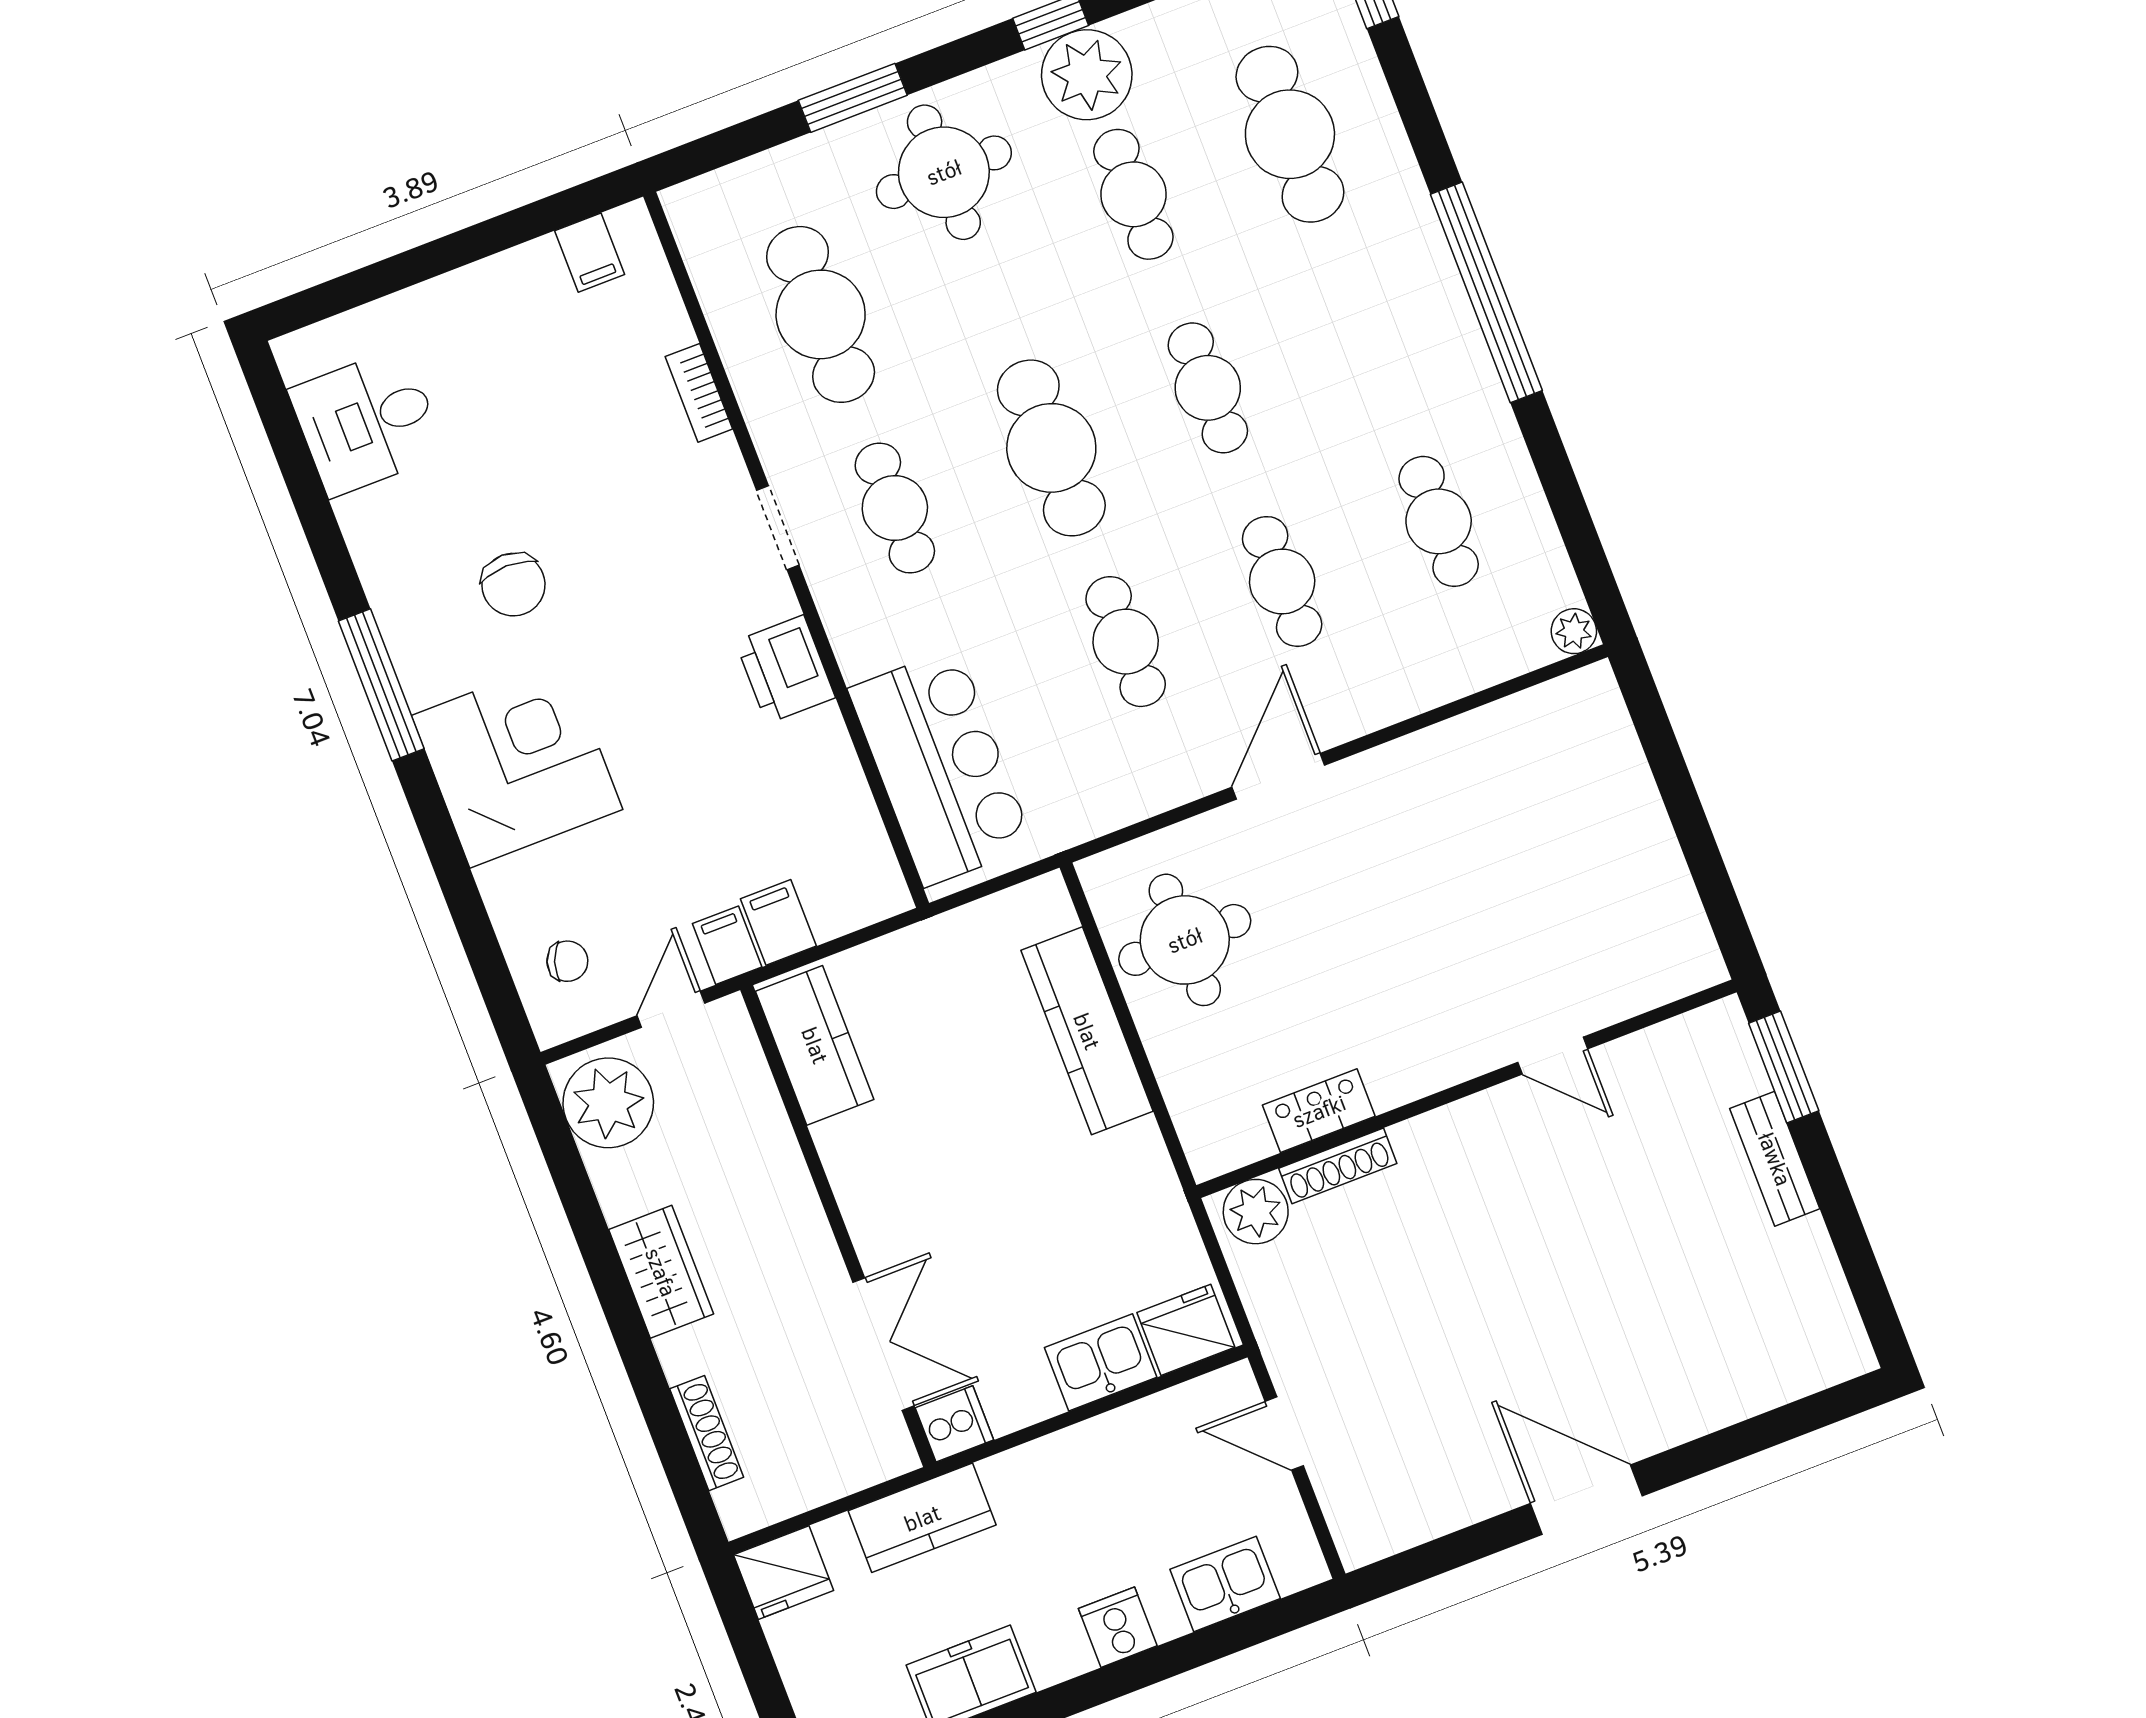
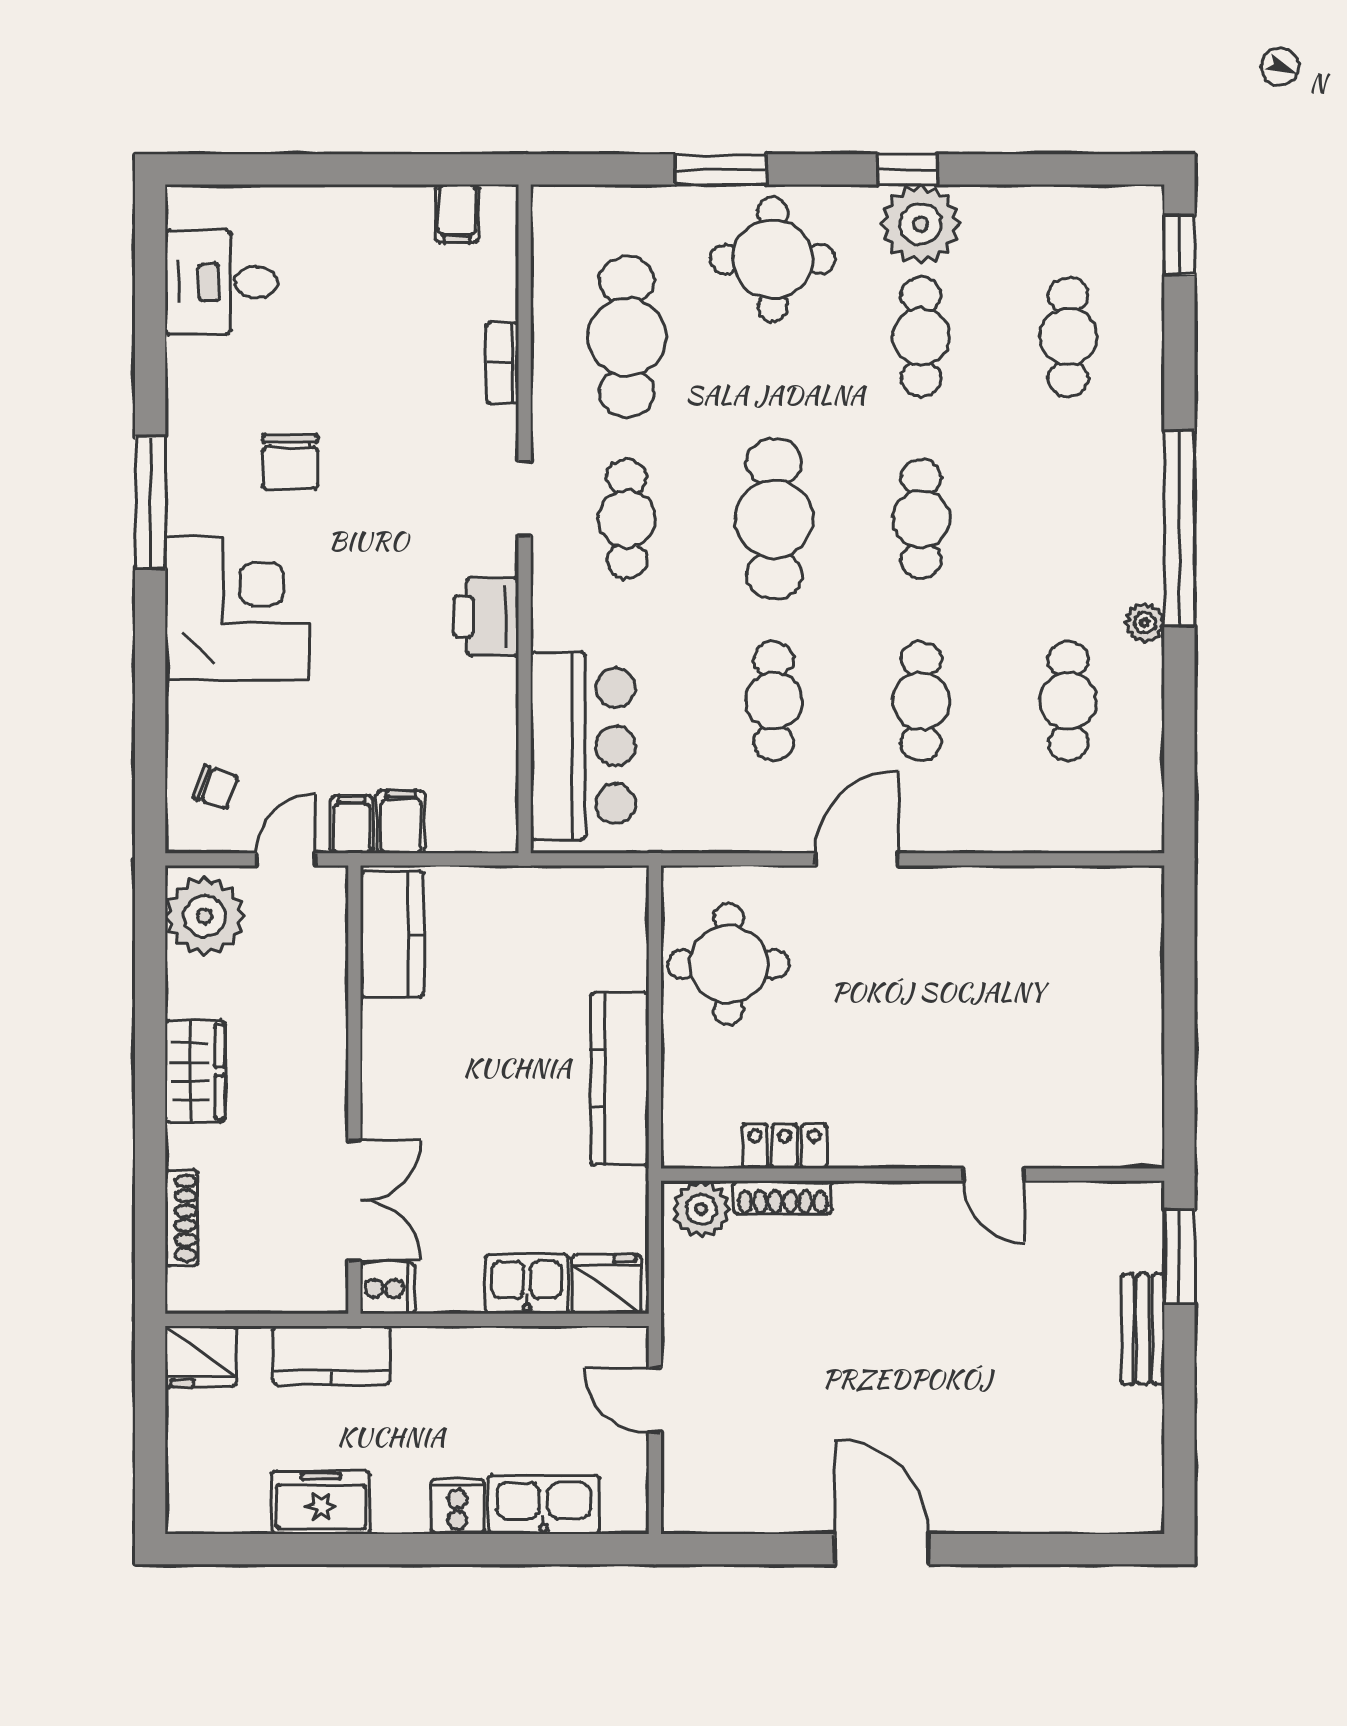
cafe table: (1290, 134) -> (1068, 337), width x0.73, depth x0.74
plant: (1574, 631) -> (1145, 623), moved
kitchen counter: (1087, 1031) -> (620, 1079), moved
kitchen sink: (1225, 1584) -> (544, 1505), width x1.38

